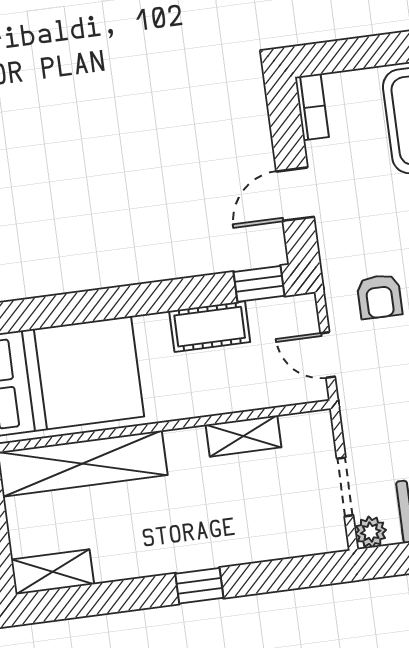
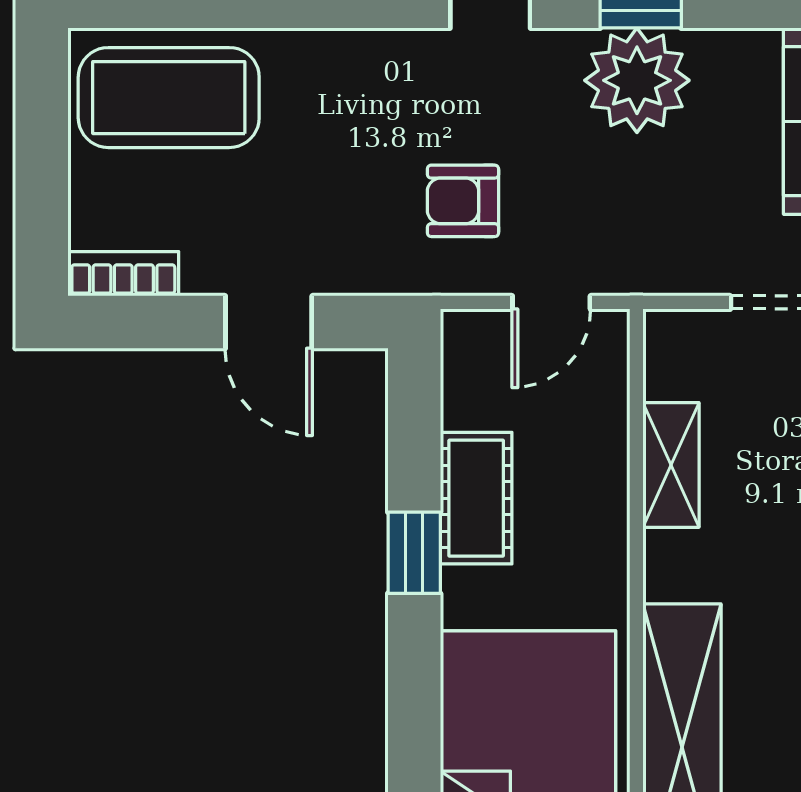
window: (259, 284) -> (414, 553), moved
armchair: (379, 297) -> (463, 201), turned 180

